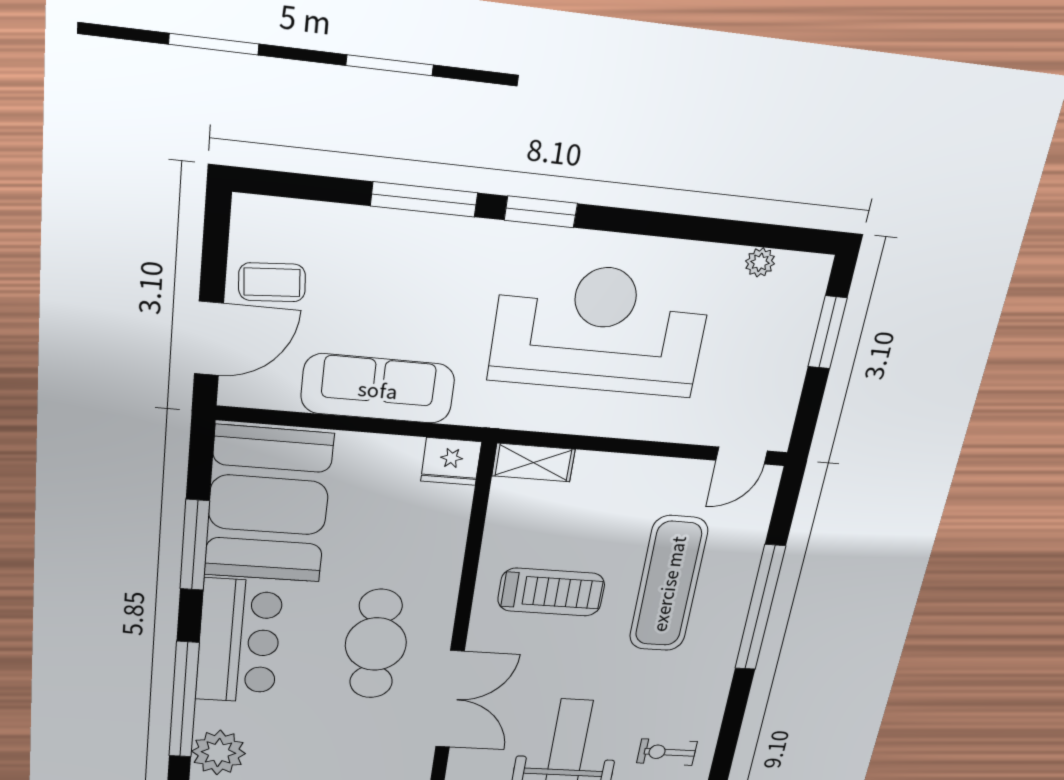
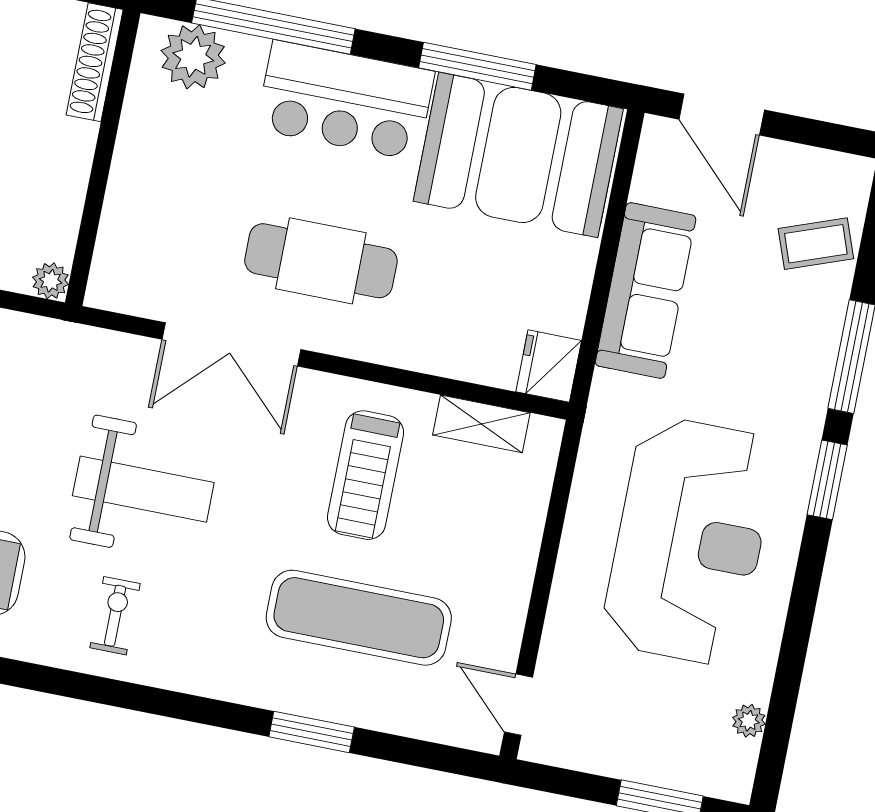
coffee table: (272, 282) -> (816, 244), moved, turned 74
shelving: (533, 463) -> (481, 424), moved, turned 90
window: (760, 608) -> (312, 732), width x0.47

